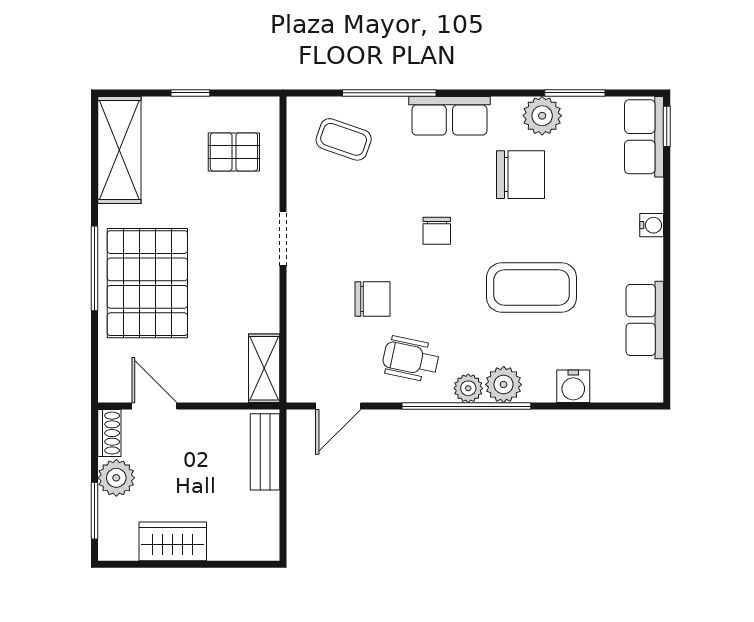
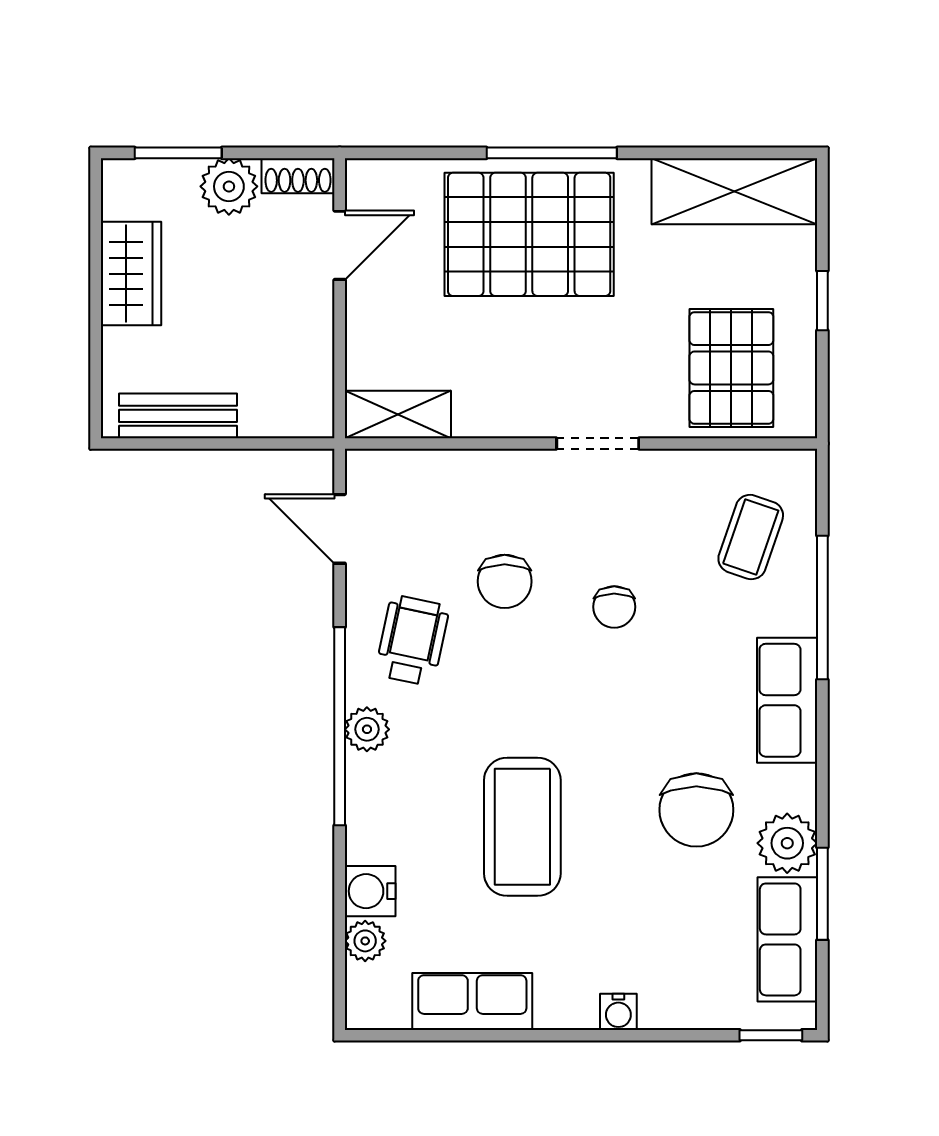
row of seats: (644, 137) -> (787, 939), moved, turned -90
pallet: (234, 152) -> (731, 368), width x1.50, depth x1.42
chair: (437, 231) -> (614, 607), moved, turned -90
plant: (504, 385) -> (365, 941), moved, width x0.73, depth x0.73
bench: (265, 452) -> (178, 416), moved

